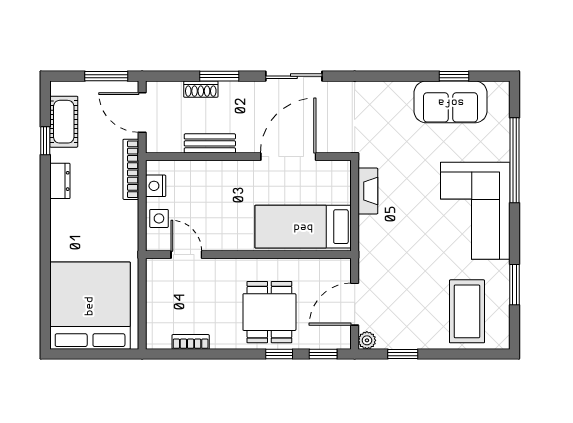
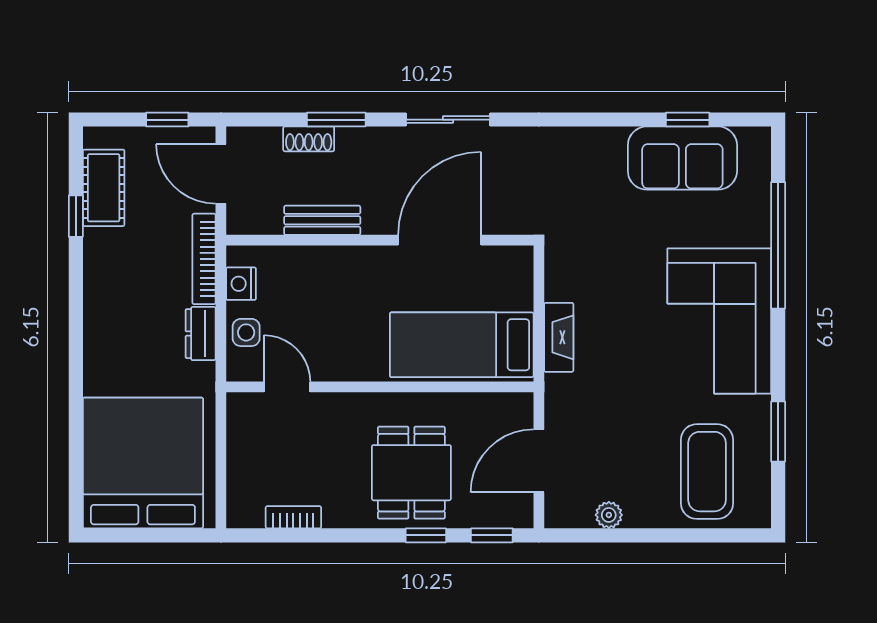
window: (106, 76) -> (167, 120), width x0.67
dresser: (60, 181) -> (201, 334), moved, turned 180
fireplace: (368, 191) -> (559, 337), moved
plant: (367, 340) -> (609, 515), moved
window: (403, 354) -> (611, 535), removed

